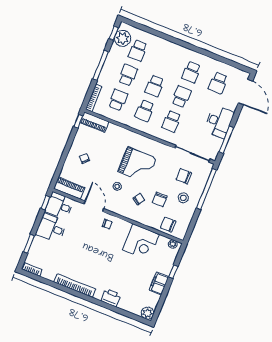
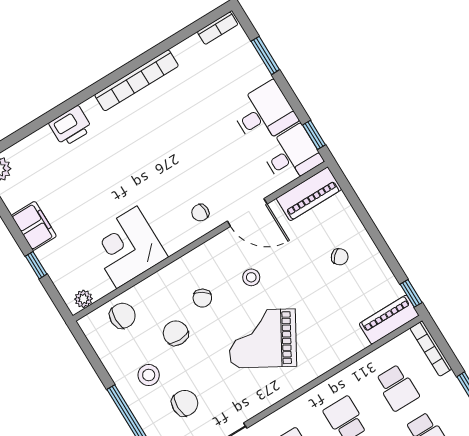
grand piano: (137, 165) -> (263, 338), turned 30

